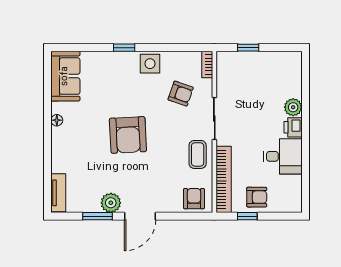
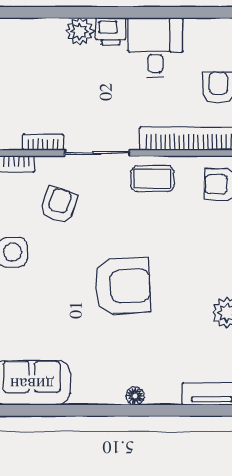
bookcase: (221, 83) -> (43, 142), added
floor lamp: (57, 120) -> (135, 396), moved

